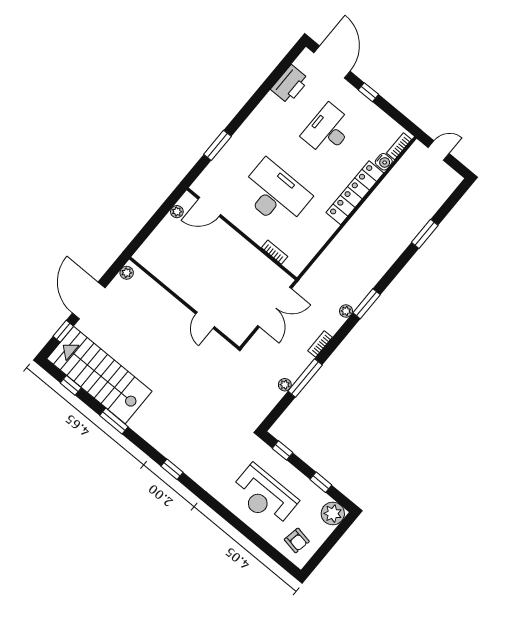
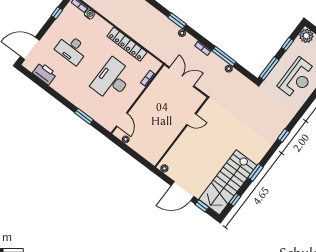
window: (368, 92) -> (57, 13), moved
locker: (355, 193) -> (127, 44), moved
window: (283, 450) -> (269, 68), width x2.17

